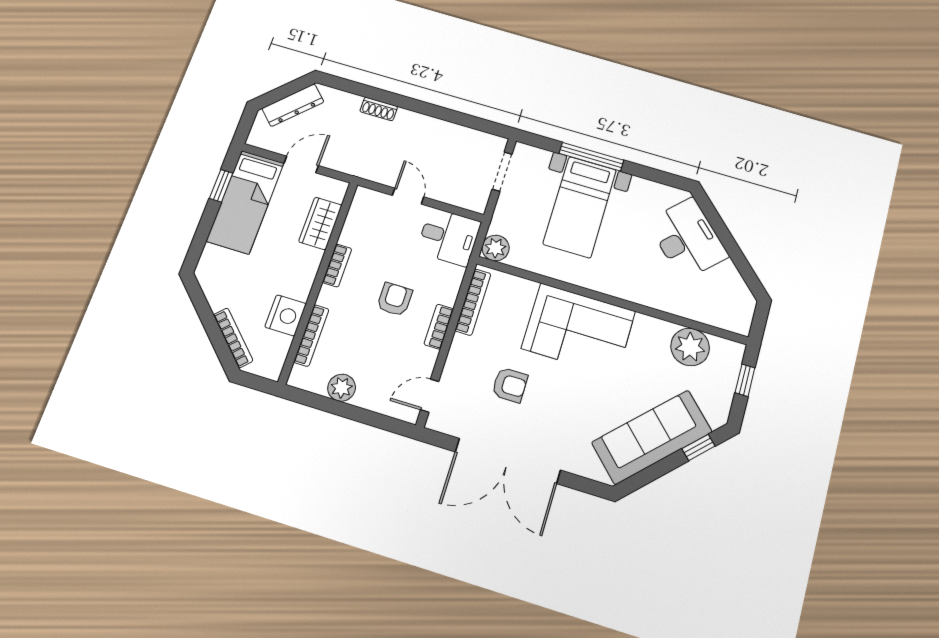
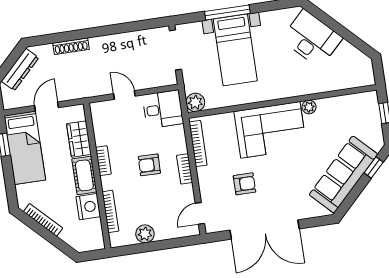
shoe rack: (379, 109) -> (71, 46), width x1.43
doorway: (502, 172) -> (175, 50), width x1.38
cot: (302, 272) -> (84, 175), added
armchair: (395, 299) -> (149, 165), turned -89
bookcase: (233, 338) -> (43, 220), moved
plant: (690, 347) -> (309, 107), moved, width x0.53, depth x0.53

